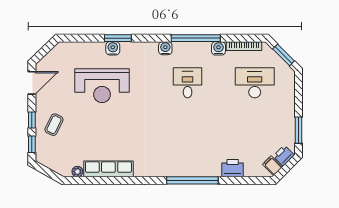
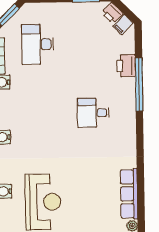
desk: (188, 83) -> (93, 113), moved
window: (192, 180) -> (139, 84), moved

